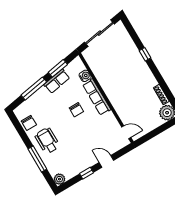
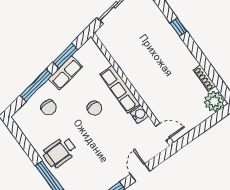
water cooler: (85, 76) -> (139, 114), moved
chair: (29, 123) -> (49, 107), moved
wheelchair: (47, 141) -> (60, 152), turned -90
door: (106, 161) -> (140, 173), hinge flipped

